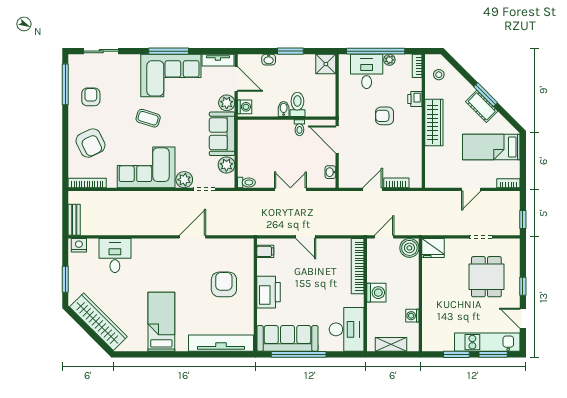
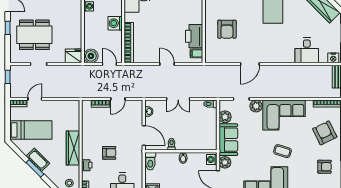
armchair: (91, 97) -> (324, 167), turned -90
toilet: (297, 104) -> (150, 161), moved
door: (471, 189) -> (35, 99), moved
door: (384, 237) -> (109, 64), swing flipped
dining table: (486, 277) -> (34, 35), width x1.38
printer: (269, 292) -> (194, 36), moved

